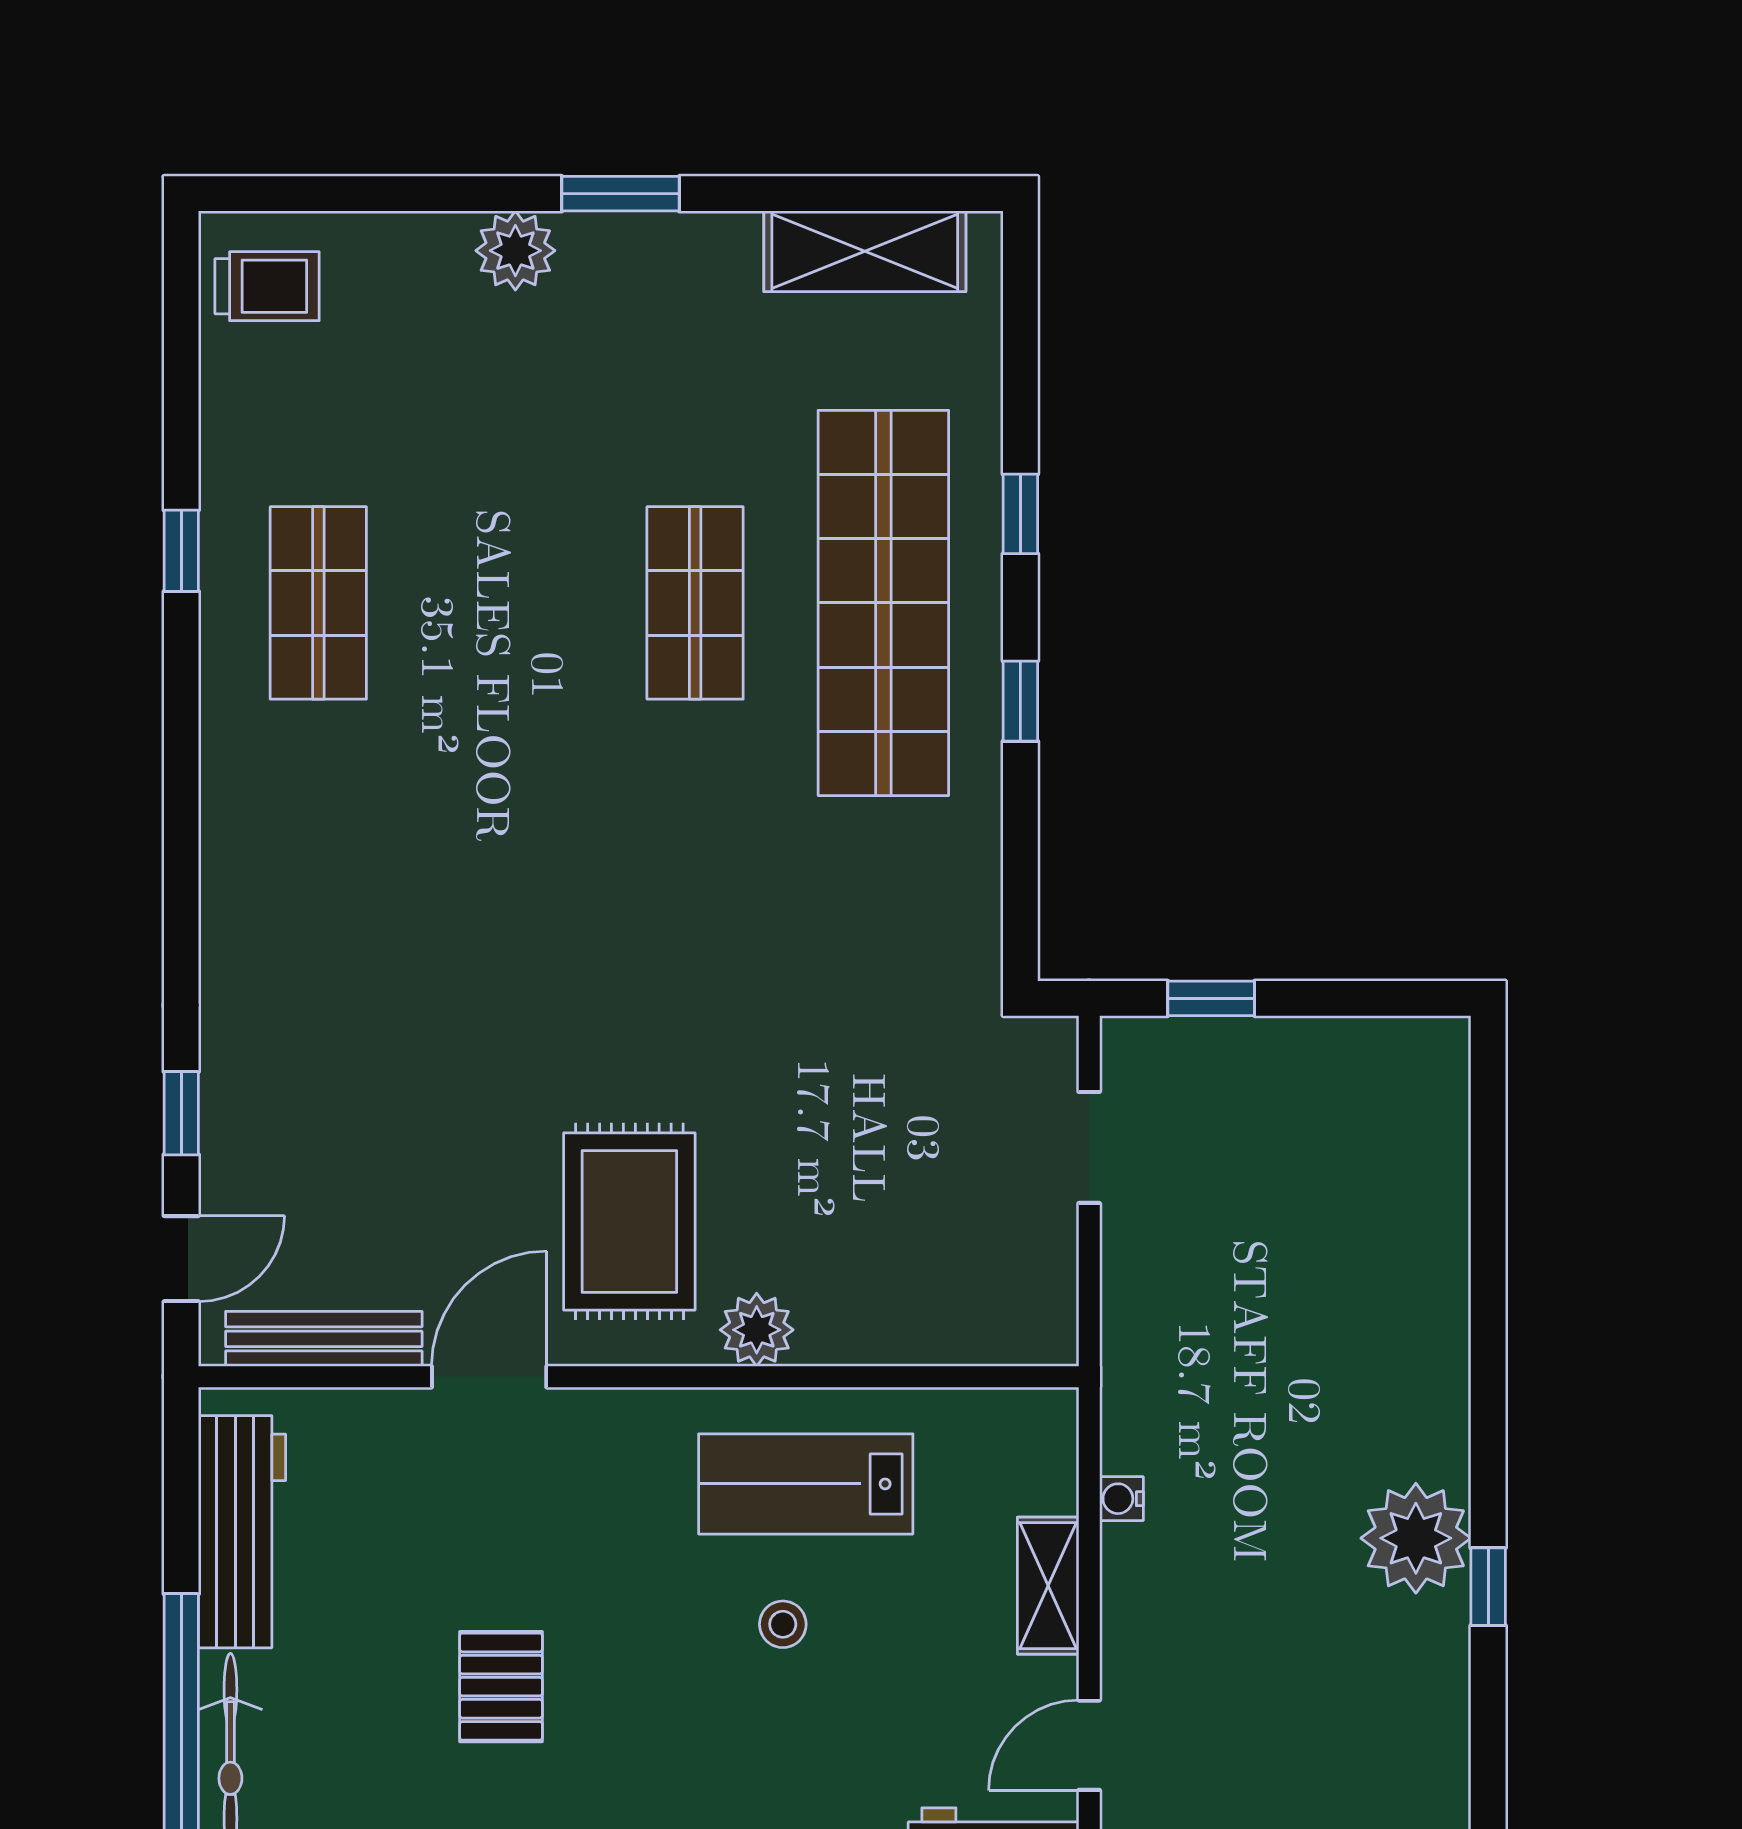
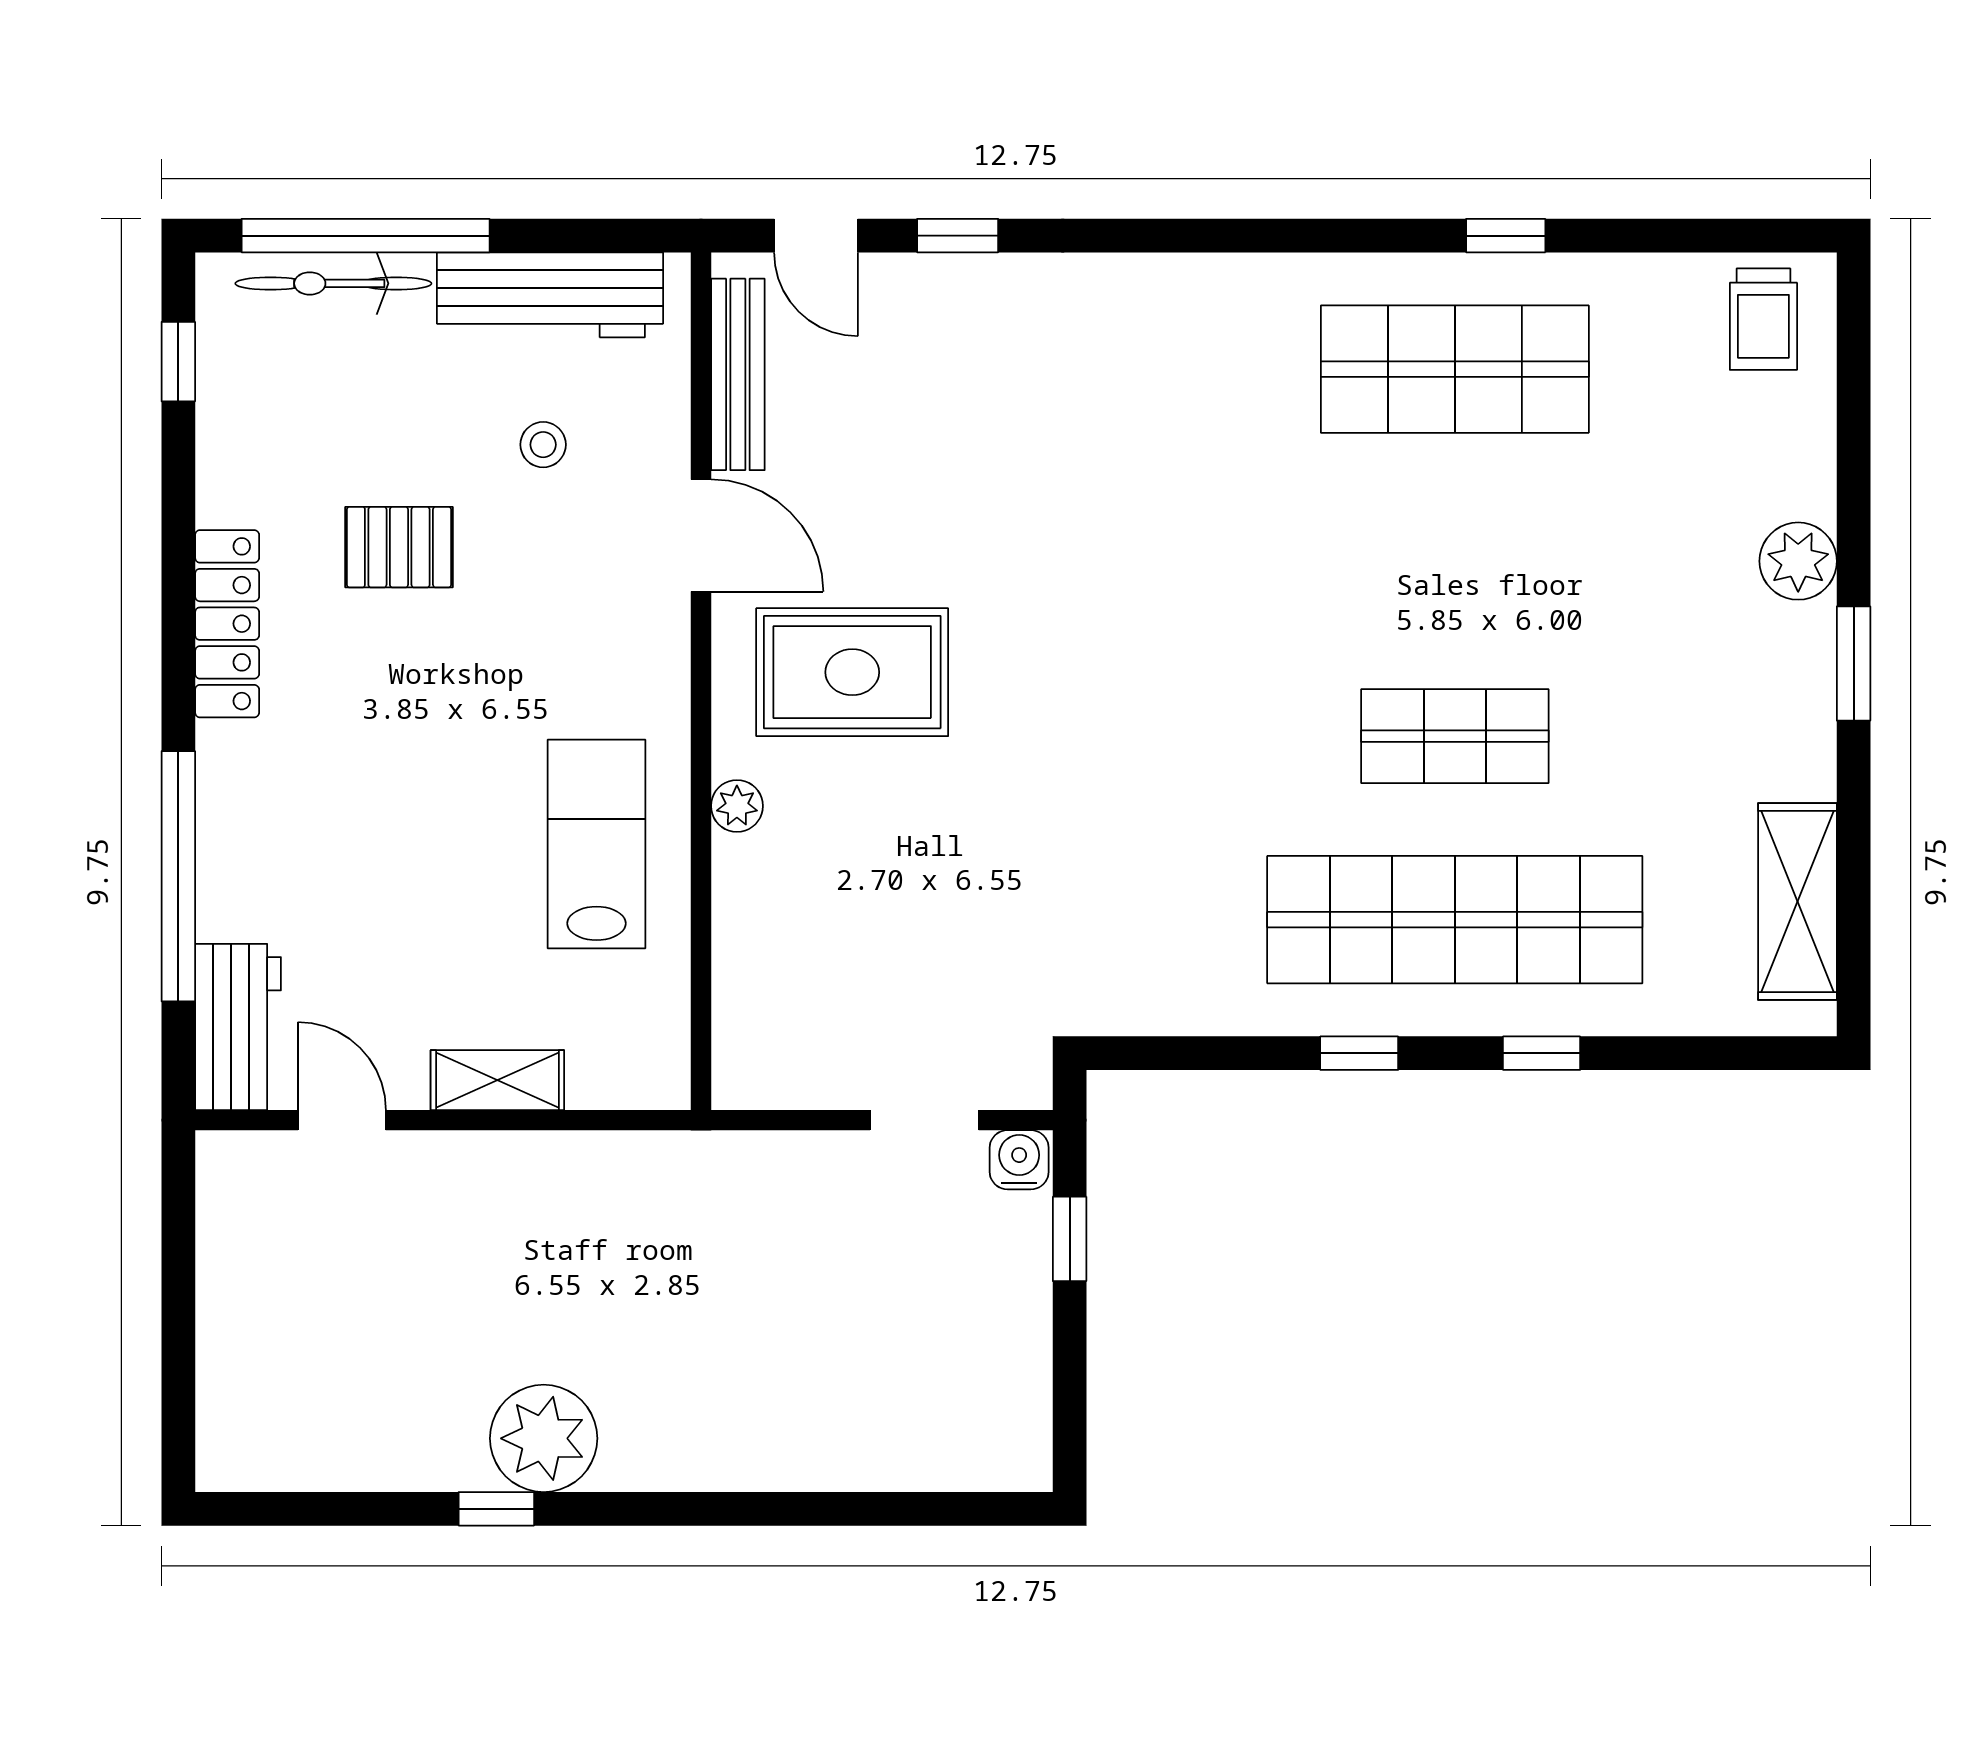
shop shelf: (318, 603) -> (1455, 369), width x1.43, depth x1.36
plant: (757, 1330) -> (737, 806), width x0.73, depth x0.73
water cooler: (1121, 1499) -> (1019, 1160), moved, width x1.38, depth x1.38
stool: (783, 1624) -> (543, 445), moved

